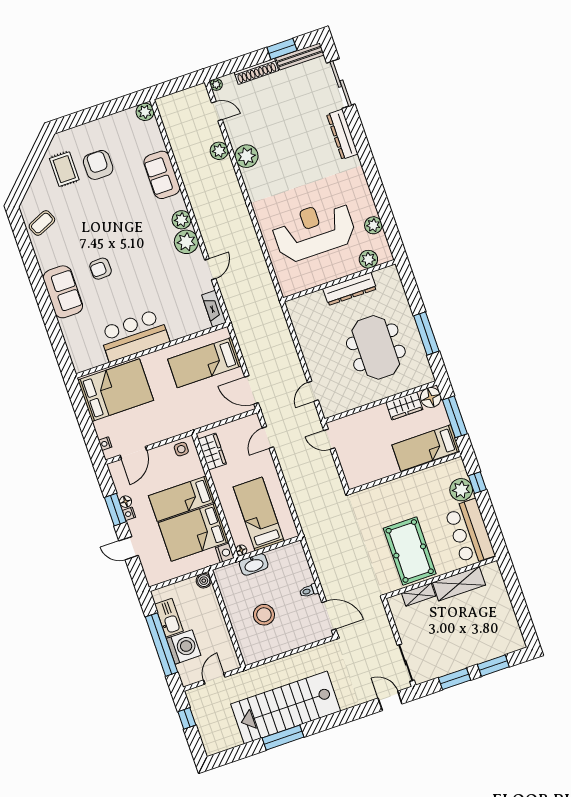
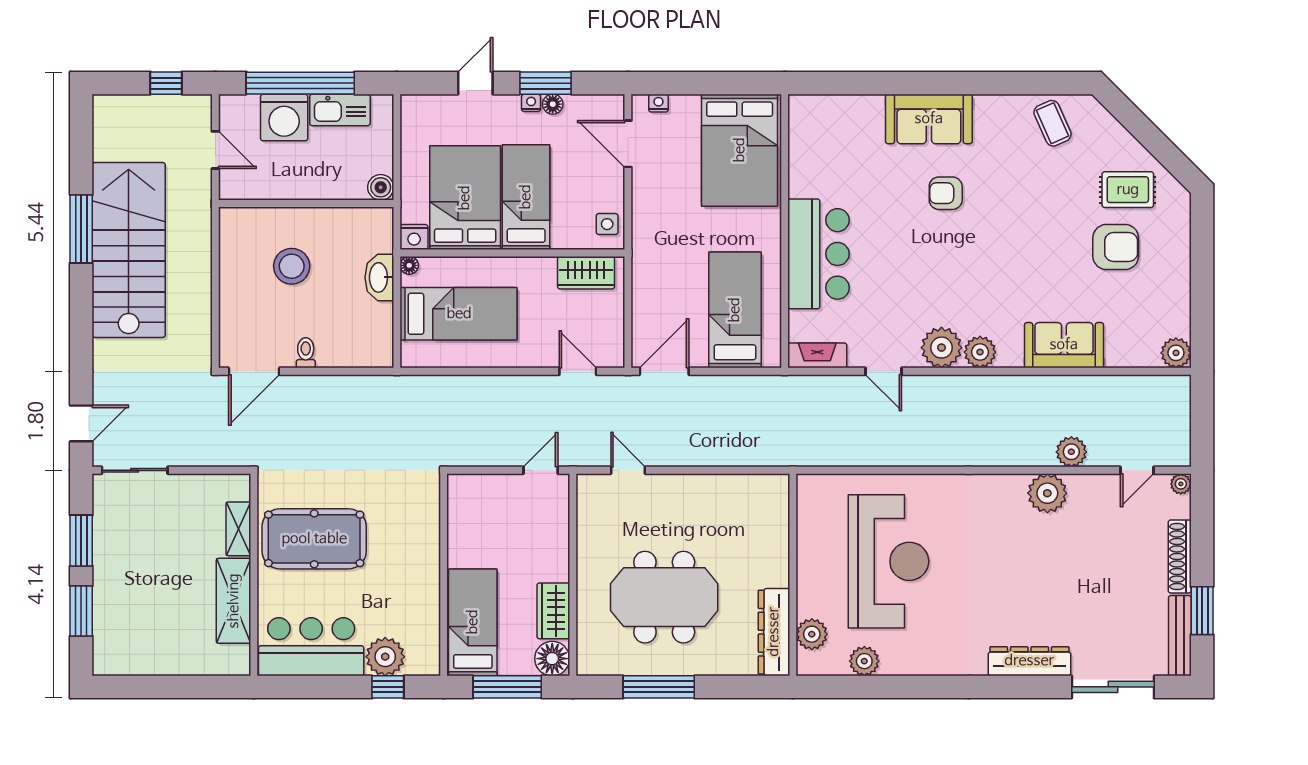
armchair: (101, 269) -> (946, 193), turned -88
dresser: (350, 289) -> (774, 632), moved
bar counter: (134, 335) -> (819, 254), moved

